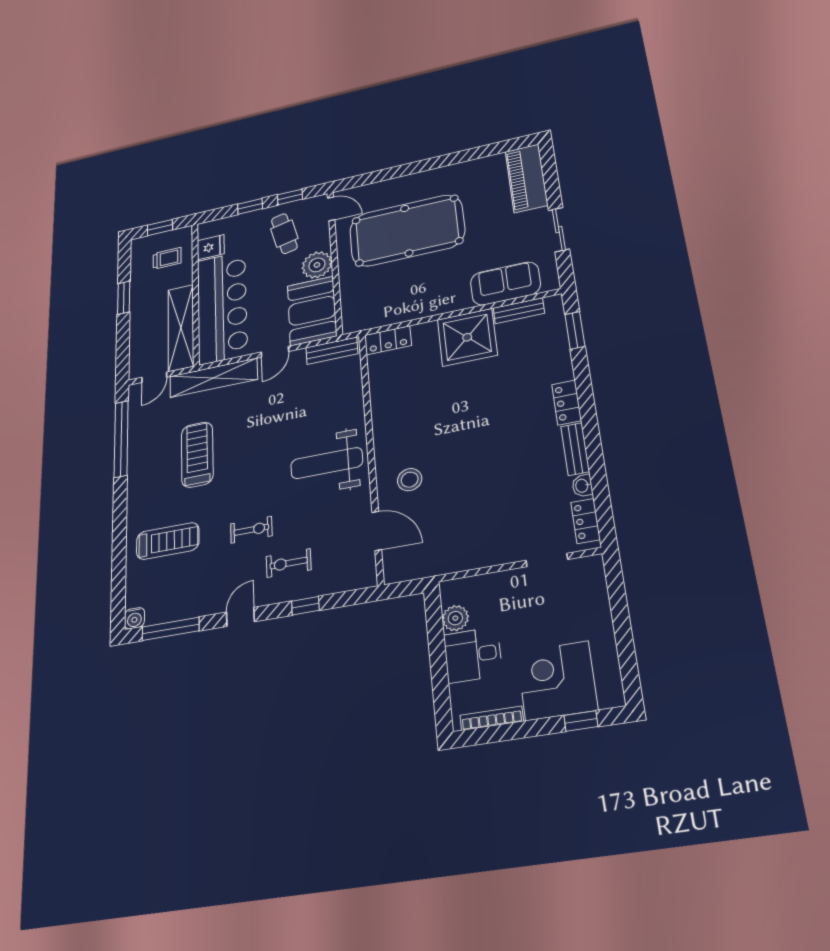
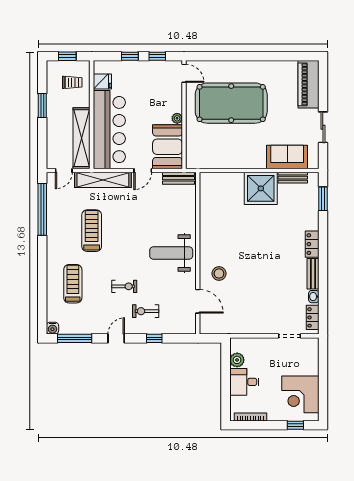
cafe table: (284, 234) -> (152, 84), removed
plant: (317, 265) -> (177, 118), width x0.53, depth x0.53
locker: (388, 340) -> (213, 179), removed
treadmill: (168, 541) -> (73, 284), turned -90
corner desk: (557, 681) -> (300, 394), moved, turned -90

